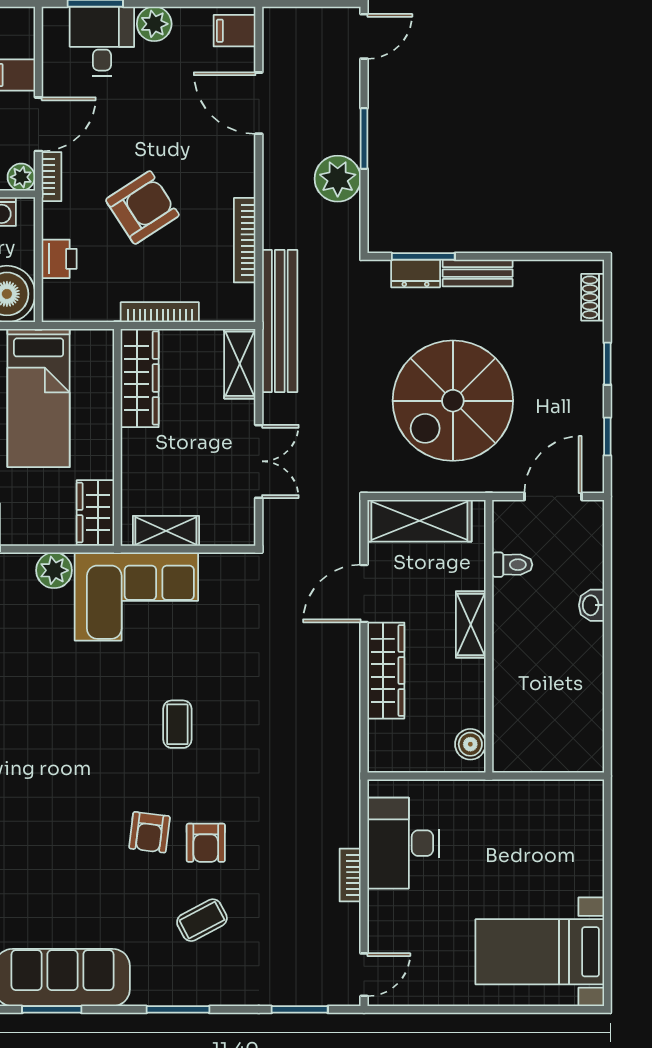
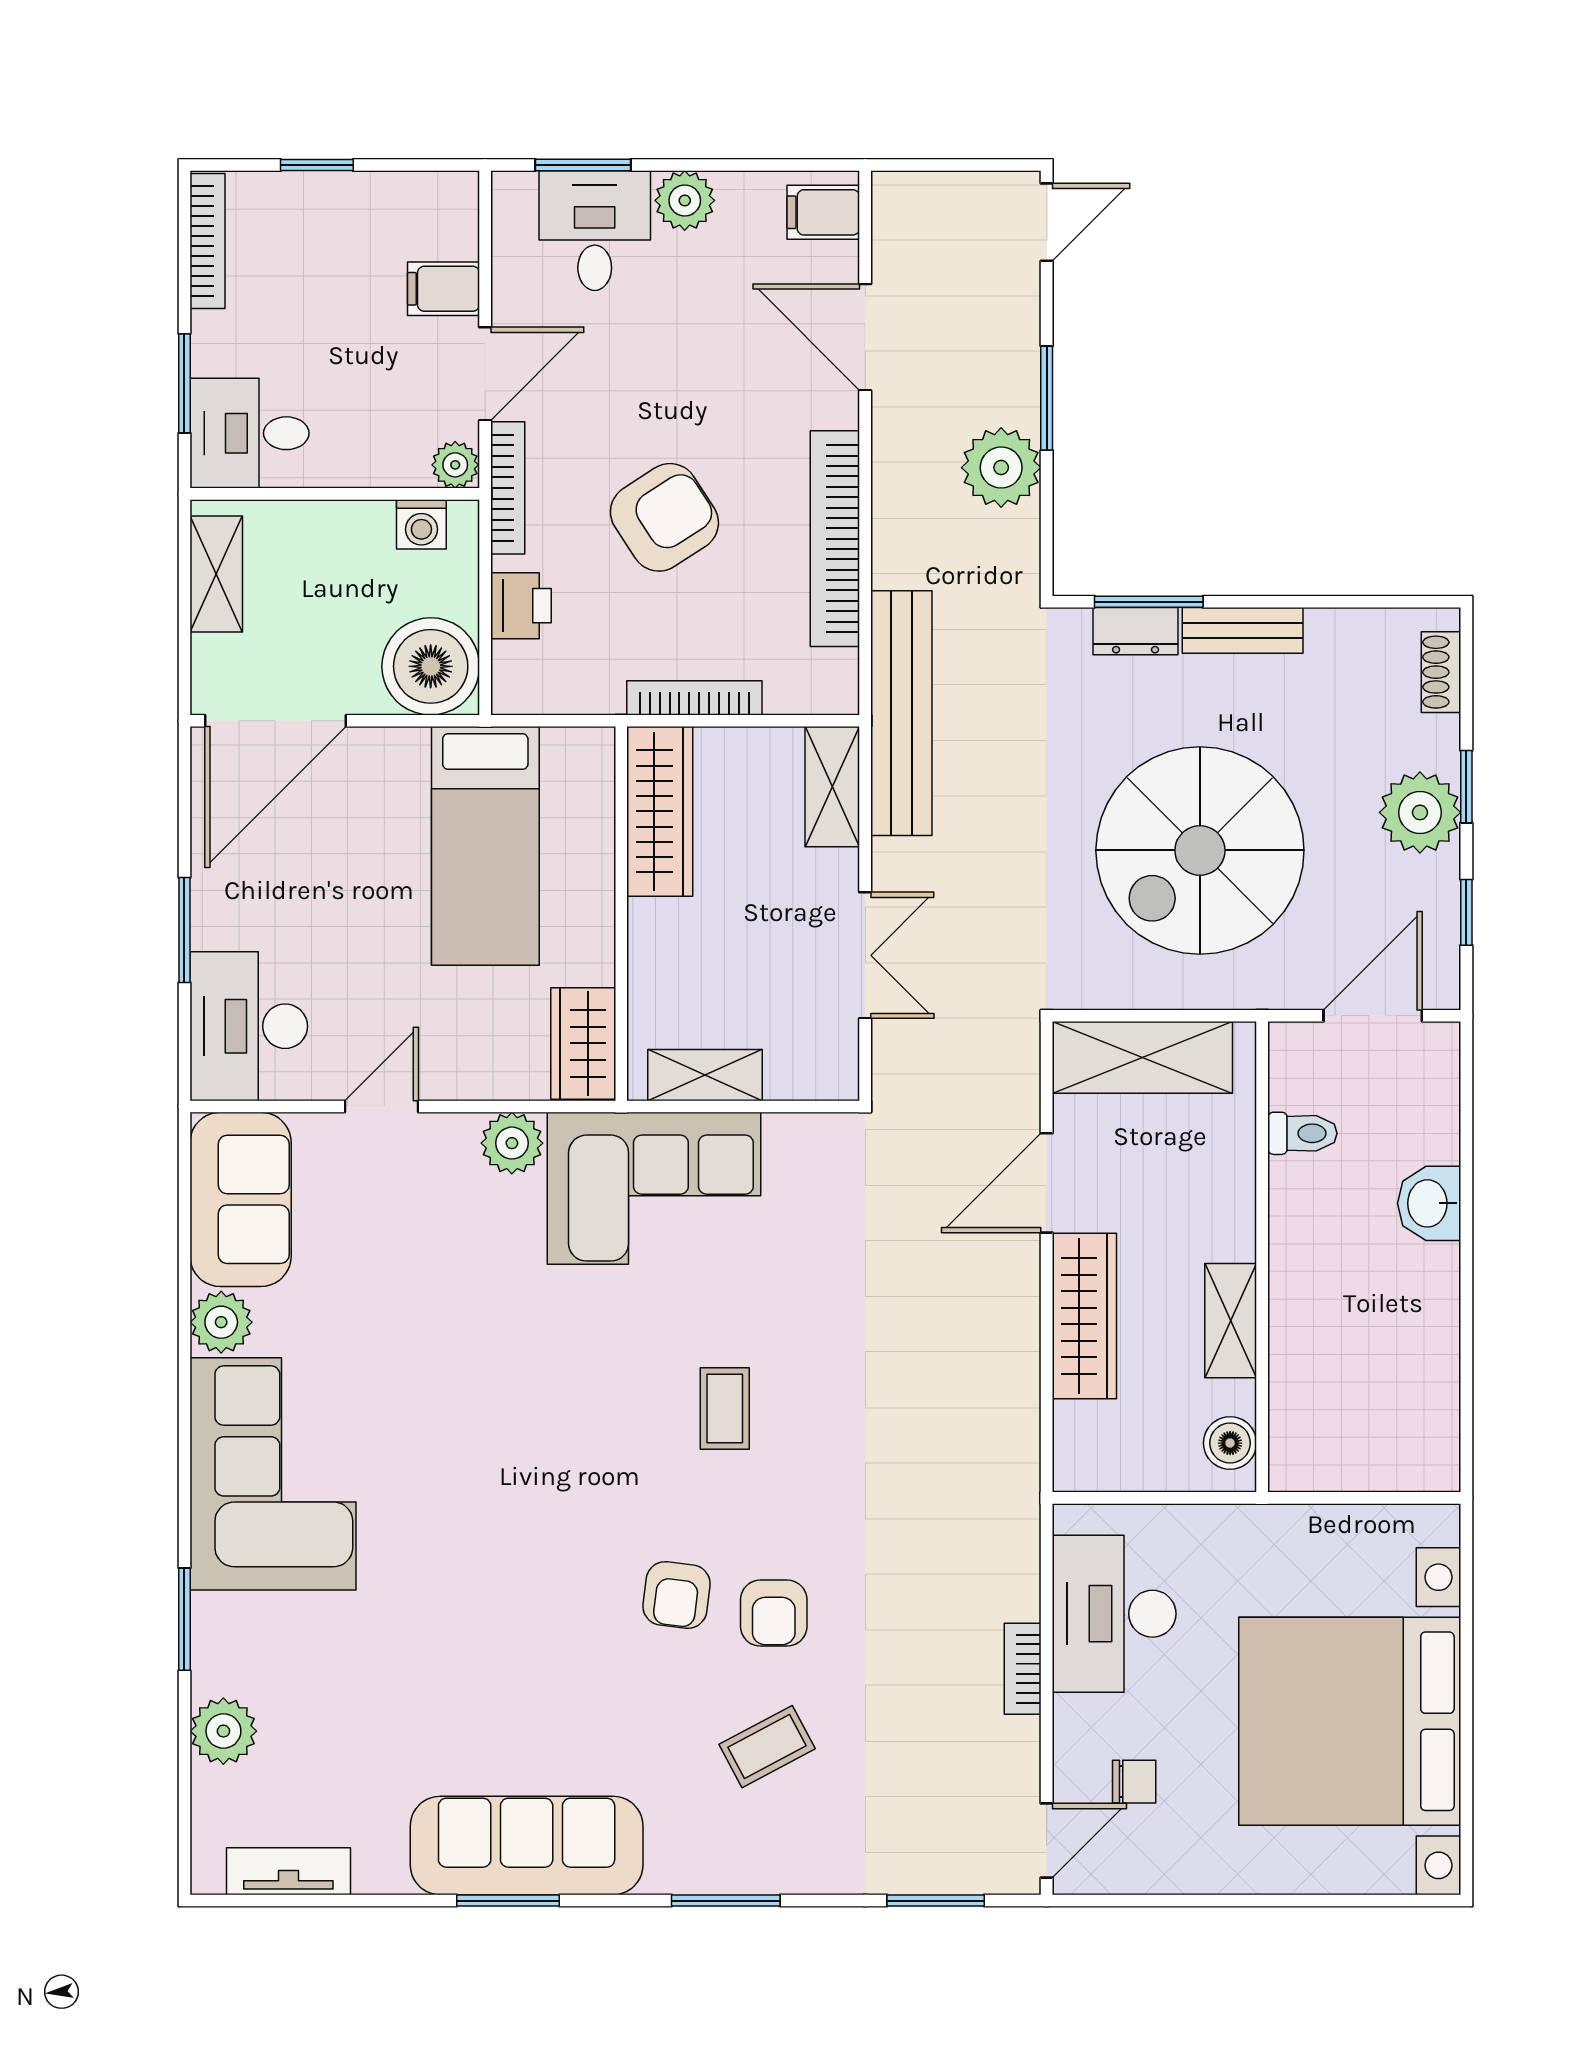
bookcase: (52, 177) -> (508, 488), width x1.56
bookcase: (245, 240) -> (835, 539), width x1.48, depth x1.31
plant: (580, 379) -> (1420, 812), added
washbasin: (591, 605) -> (1429, 1203), width x1.38, depth x1.45
shelving: (471, 625) -> (1231, 1321), moved
chair: (415, 941) -> (1134, 1782), added
bed with nightstands: (540, 952) -> (1350, 1721), width x1.85

